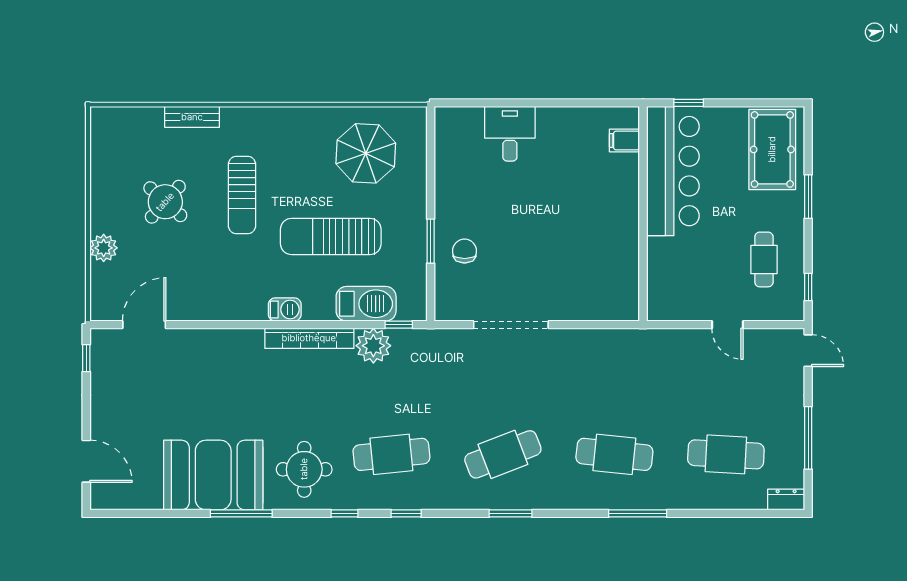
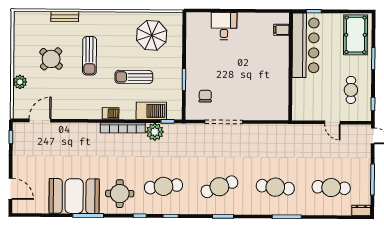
sun lounger: (331, 236) -> (134, 77), width x0.73, depth x0.75
chair: (465, 251) -> (205, 96), moved

